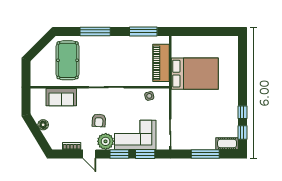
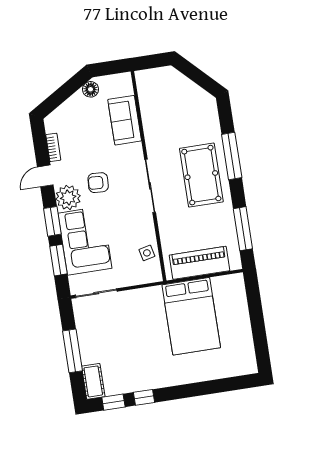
pool table: (68, 60) -> (201, 175), moved, turned 90
floor lamp: (43, 125) -> (91, 89), moved

